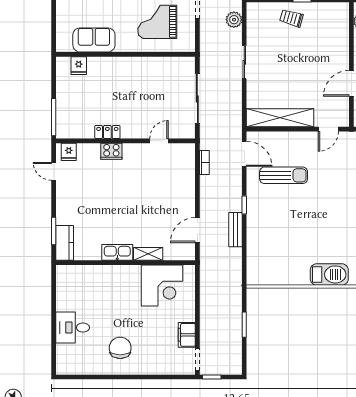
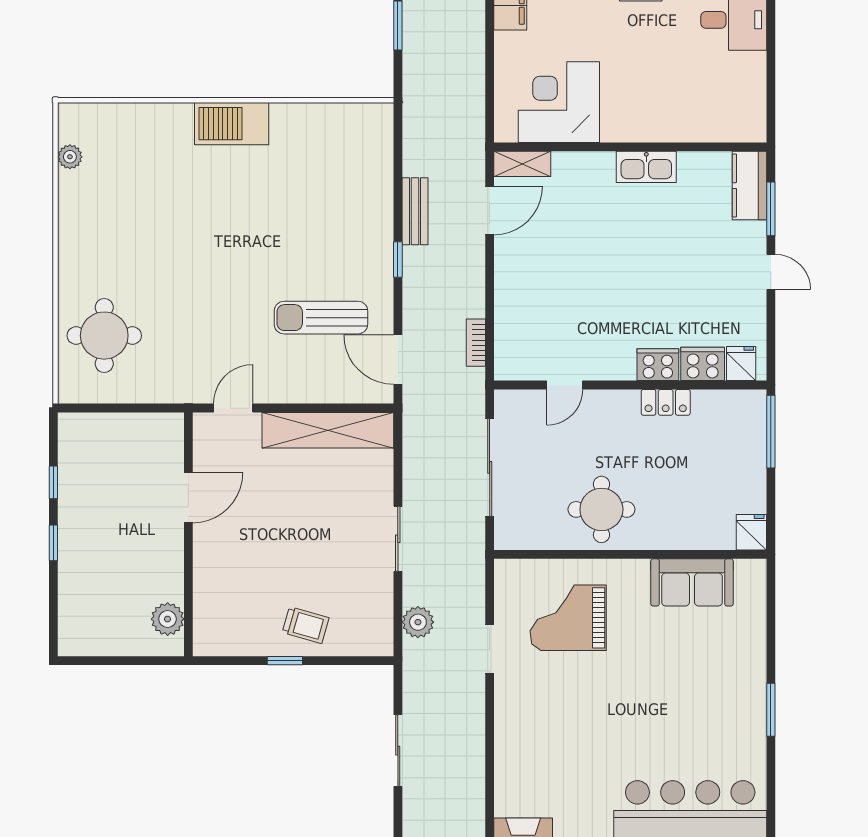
grand piano: (157, 22) -> (568, 618), turned 180
fridge: (79, 66) -> (751, 532), moved
round table: (140, 77) -> (601, 509), added
cooker: (88, 152) -> (703, 364), added
door: (54, 171) -> (771, 272), moved
shelving: (148, 254) -> (522, 164), moved

